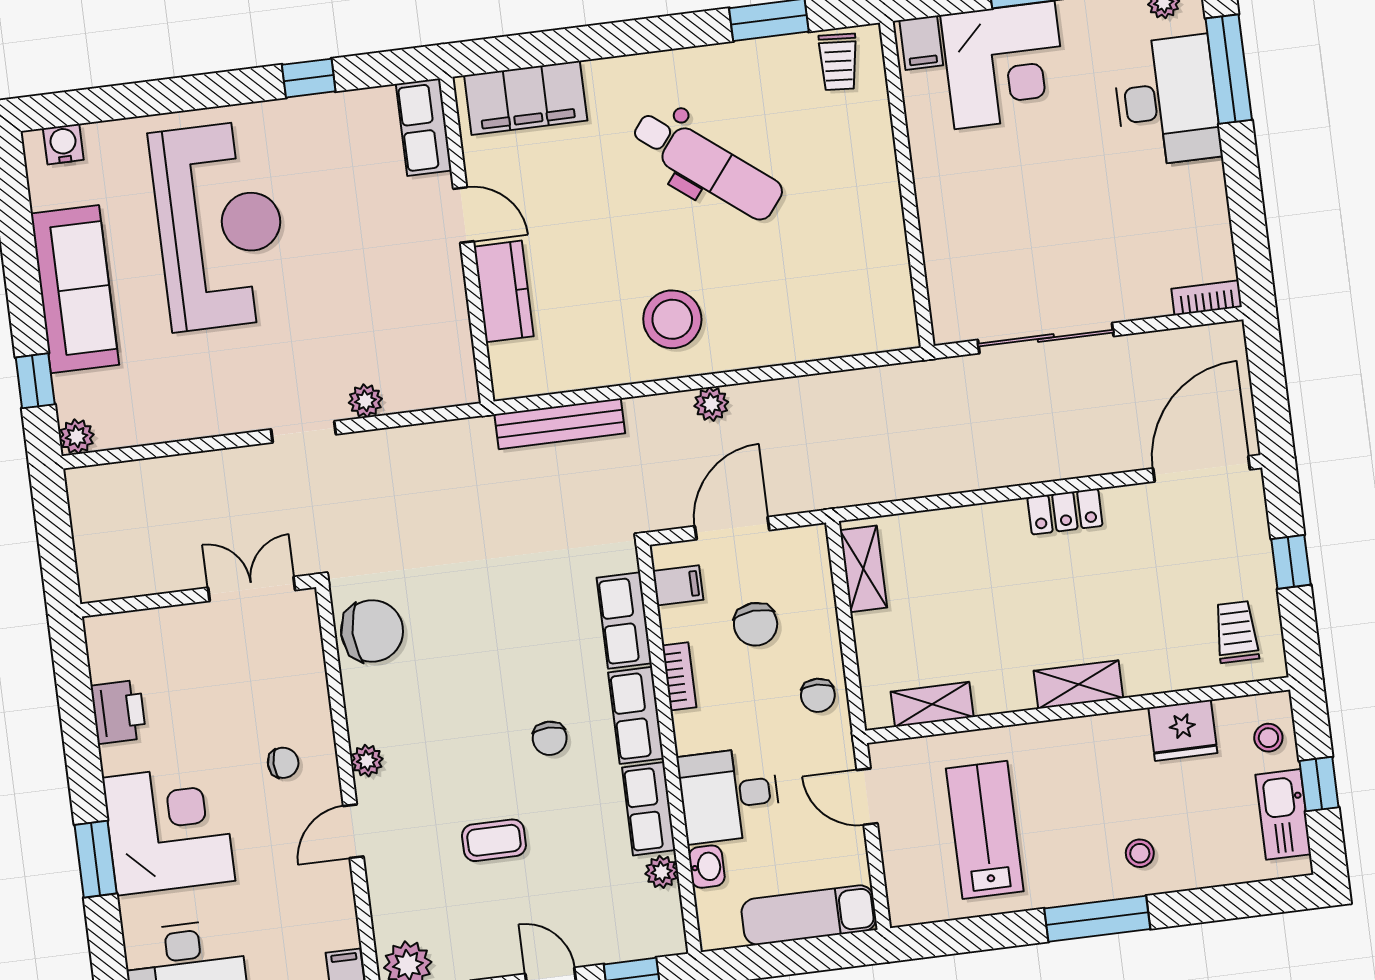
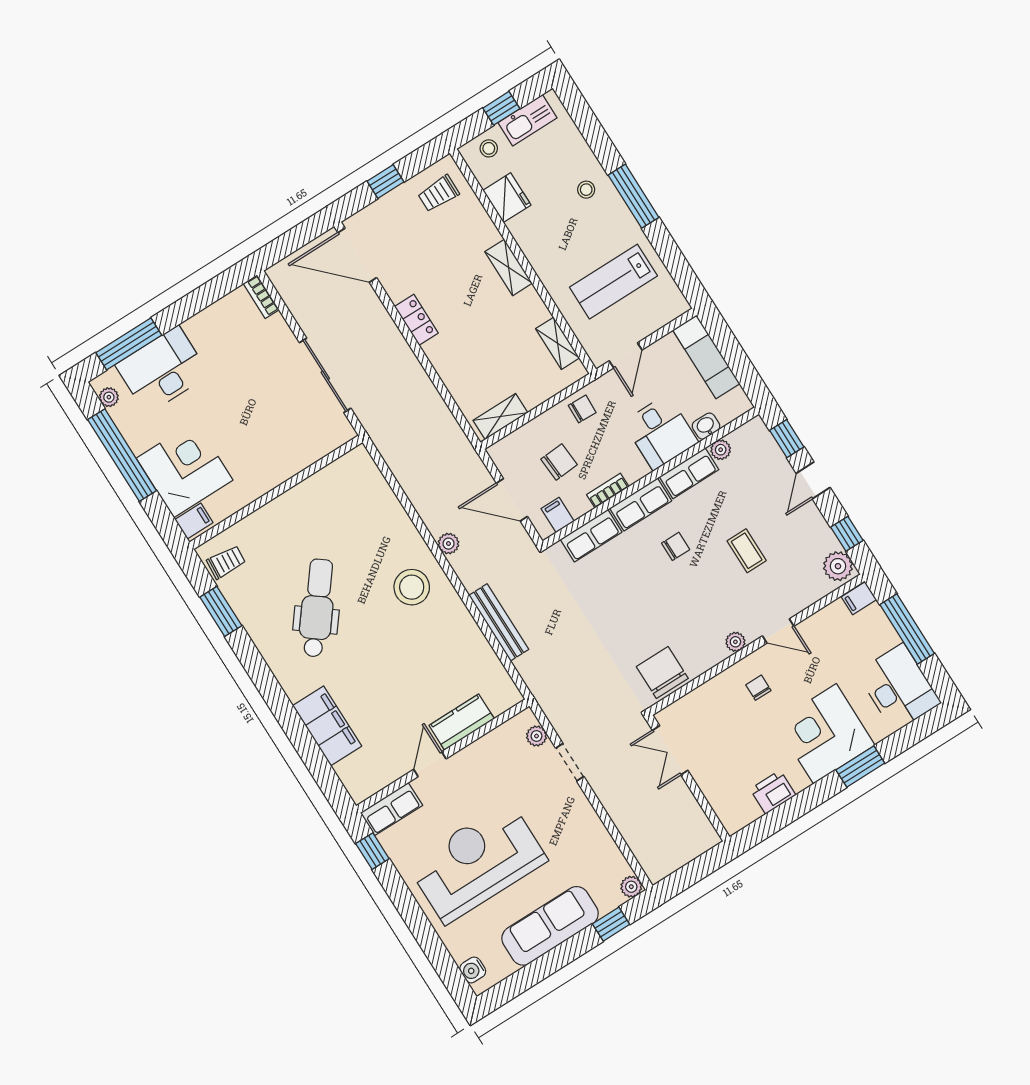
row of seats: (424, 127) -> (391, 809), moved
door: (464, 215) -> (430, 764), moved
wall: (467, 240) -> (443, 756), moved
kitchen counter: (504, 291) -> (462, 722), moved

